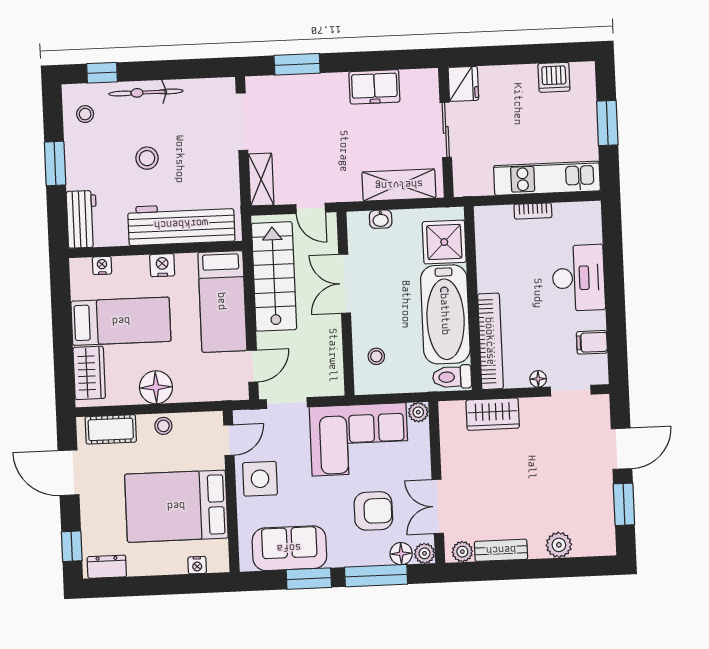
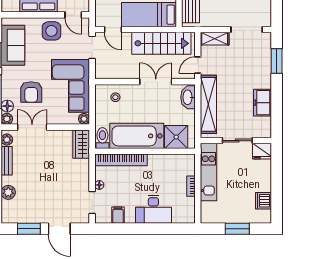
kitchen unit: (547, 178) -> (209, 172), moved
shelving: (399, 185) -> (208, 104), width x1.47
washbasin: (381, 219) -> (188, 97), width x1.91, depth x1.45
wardrobe: (493, 414) -> (81, 144), moved

